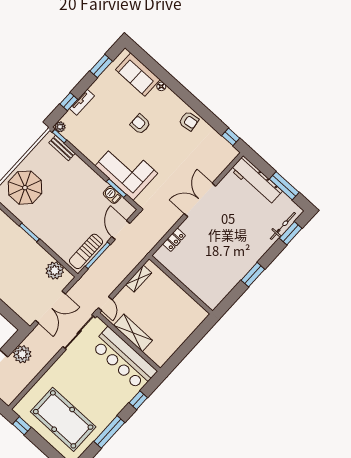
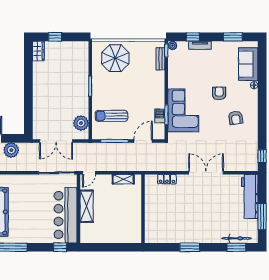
armchair: (189, 121) -> (236, 118), moved
sun lounger: (86, 251) -> (111, 116), moved
window: (138, 400) -> (60, 247), moved

